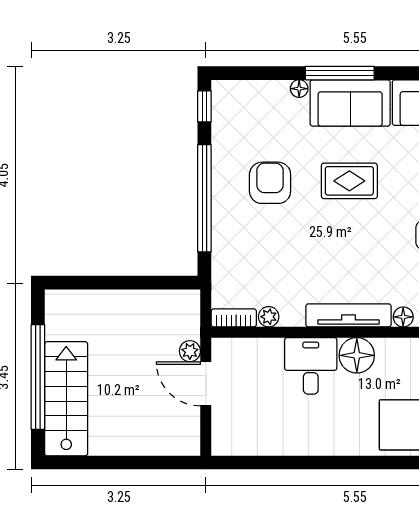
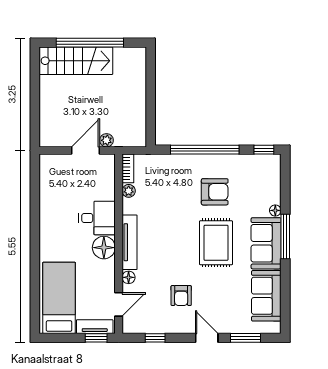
rug: (349, 181) -> (216, 243), width x1.36, depth x1.43

